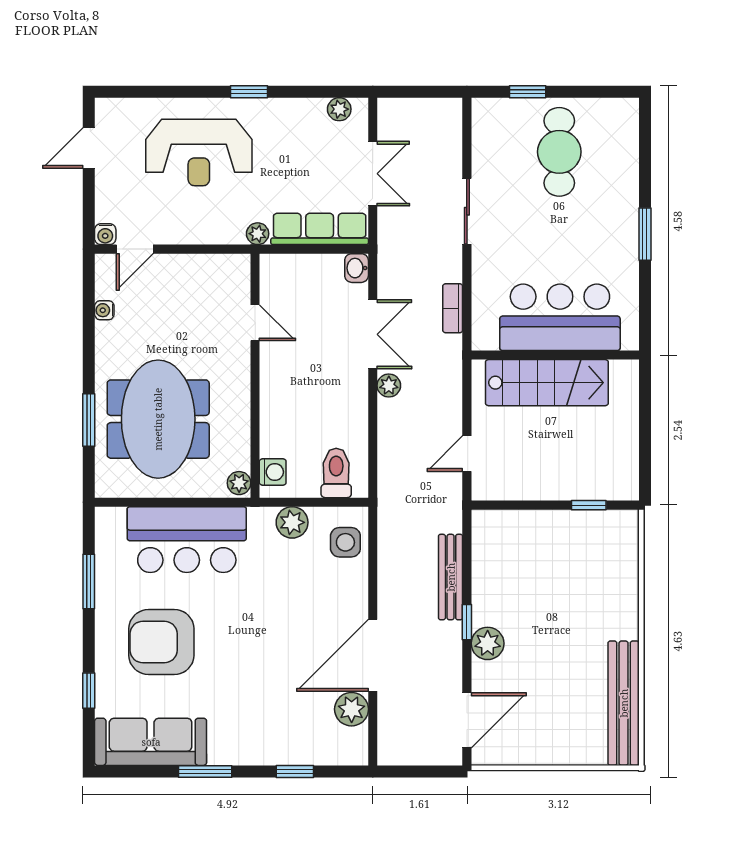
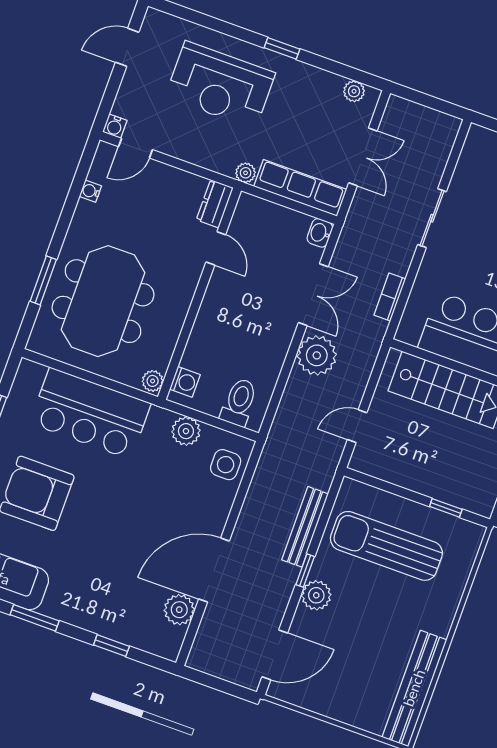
dresser: (237, 277) -> (215, 204), added
plant: (389, 386) -> (317, 355), width x1.87, depth x1.87
sun lounger: (542, 566) -> (386, 546), added

